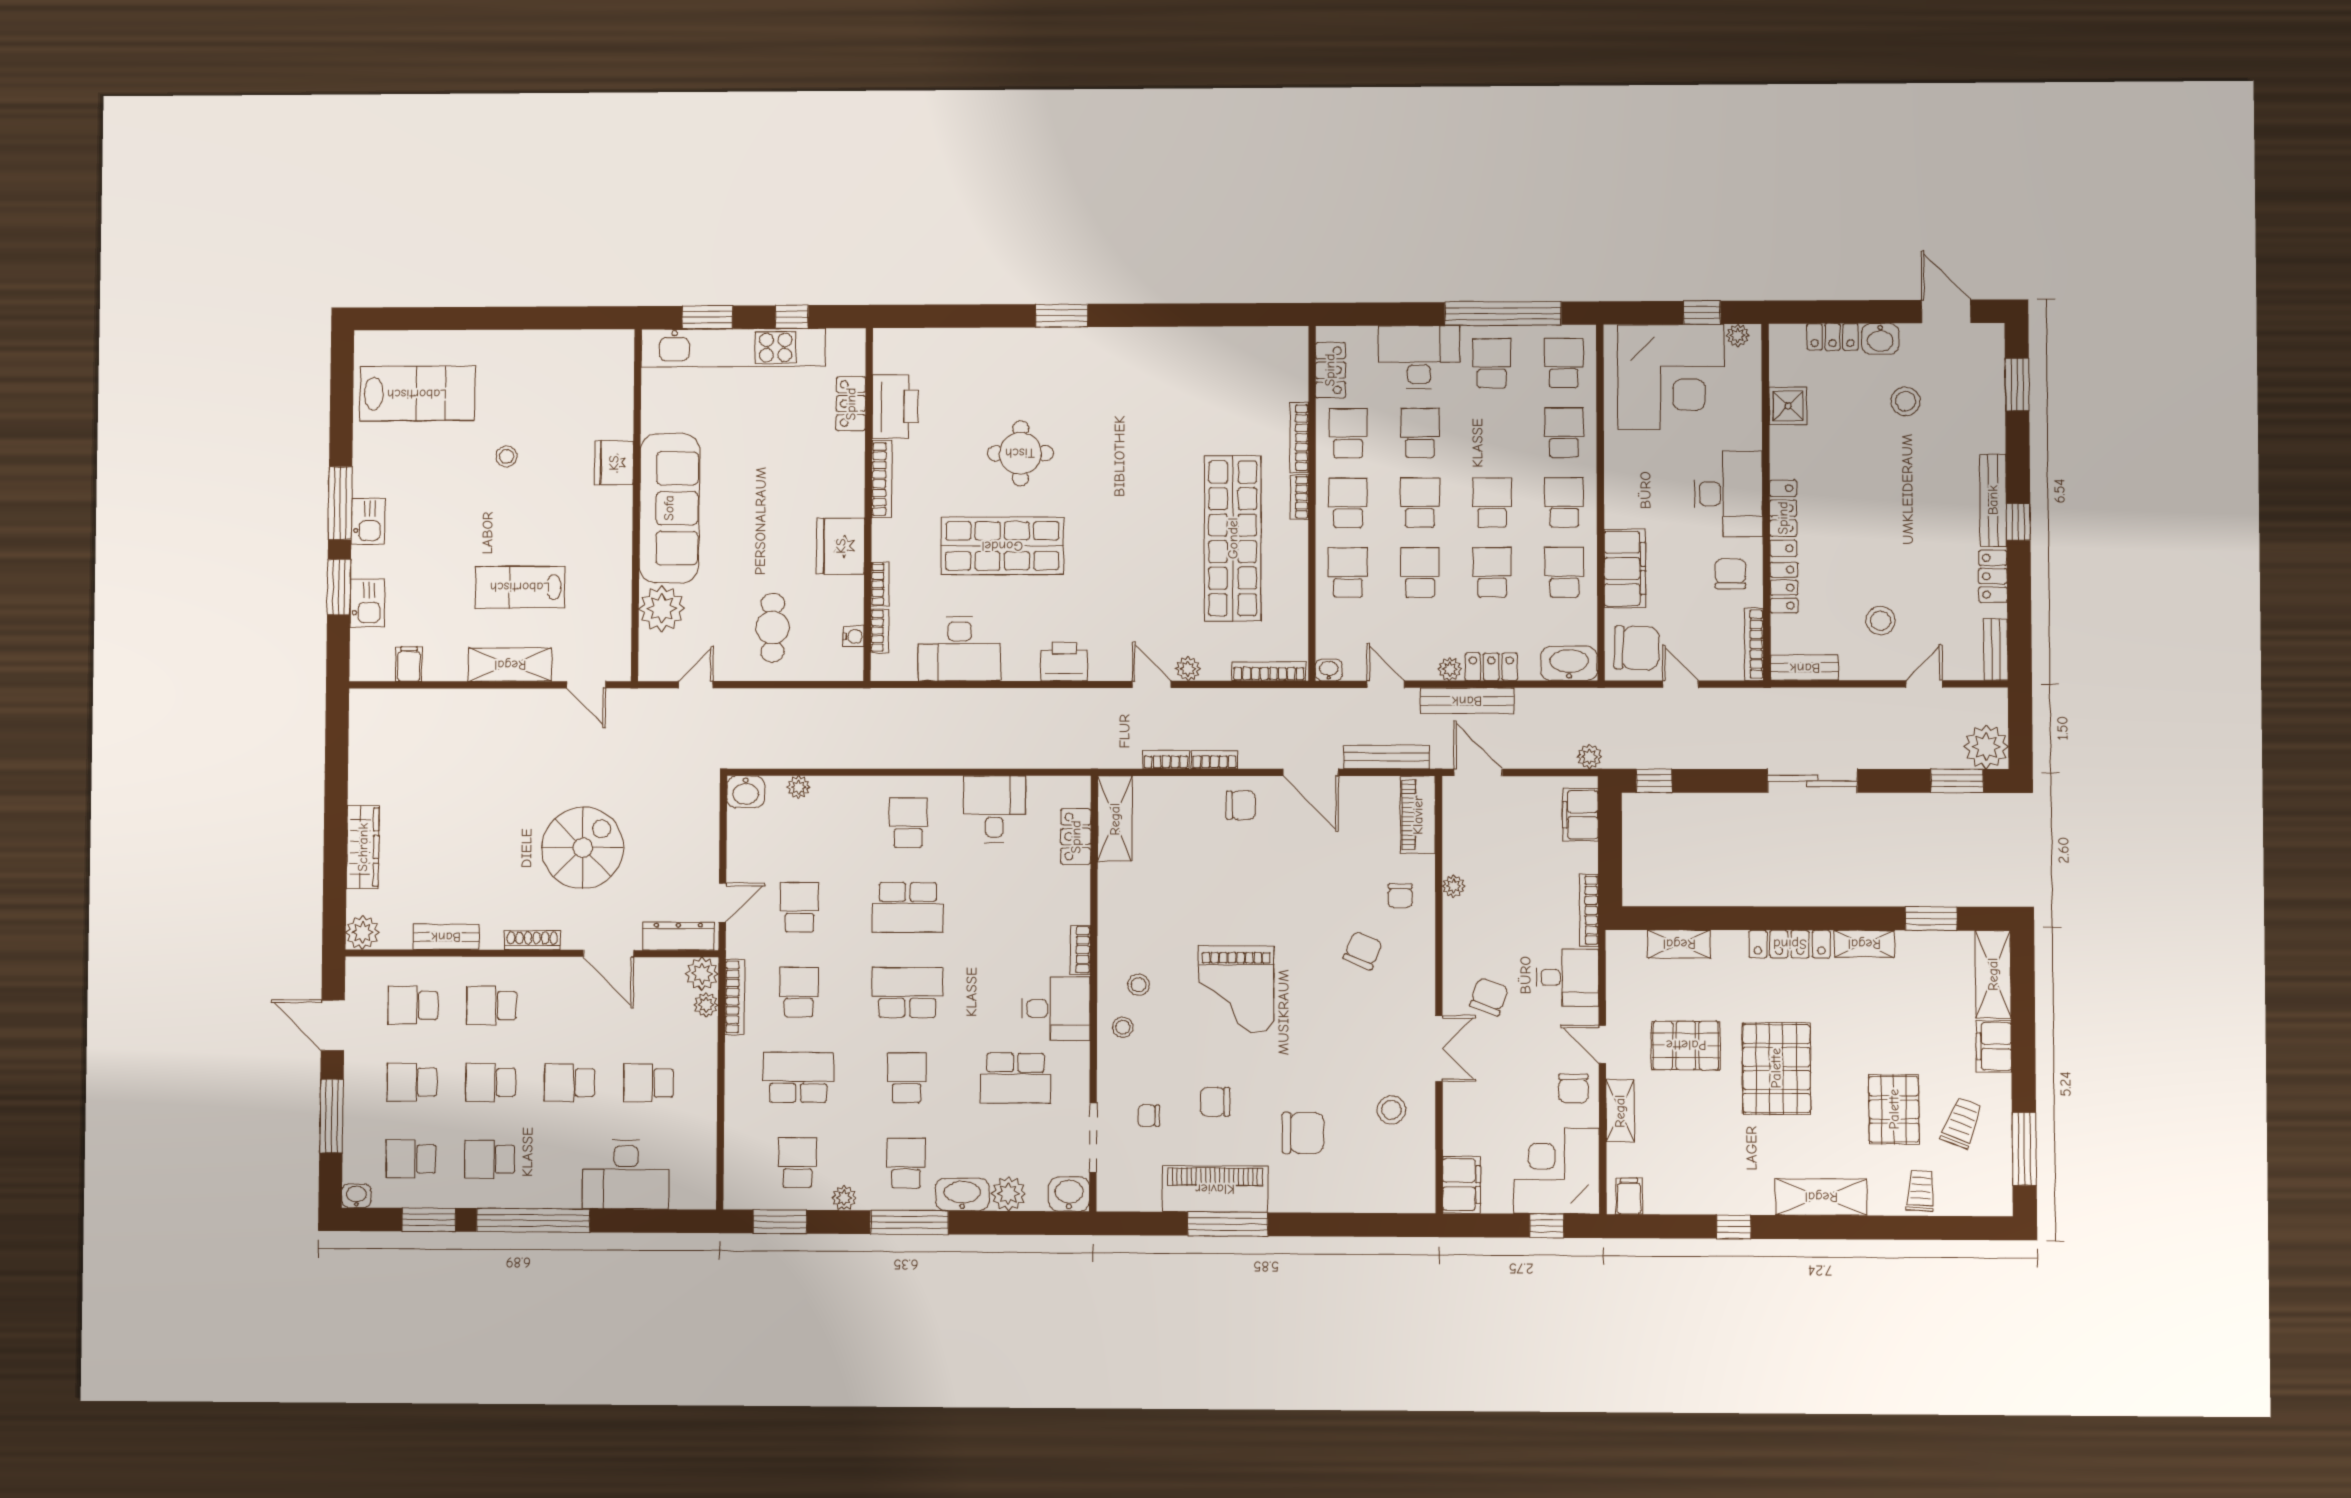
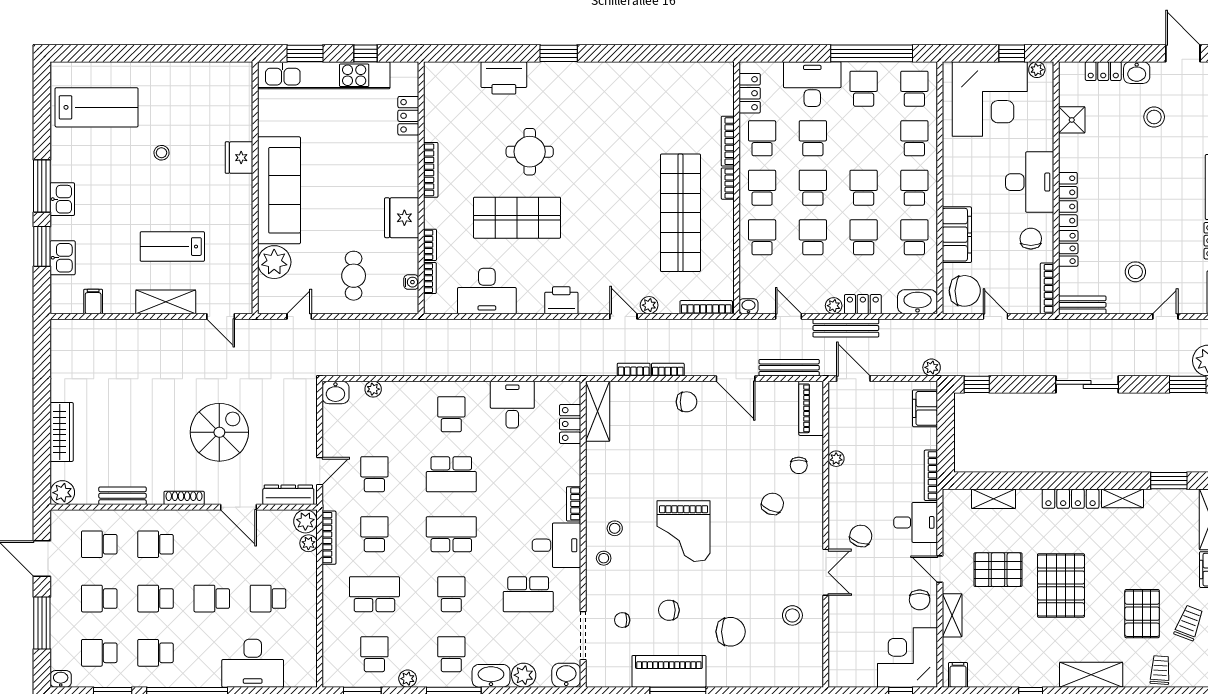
printer: (895, 406) -> (504, 78), moved, turned 90
filing cabinet: (1462, 1185) -> (841, 667), removed

